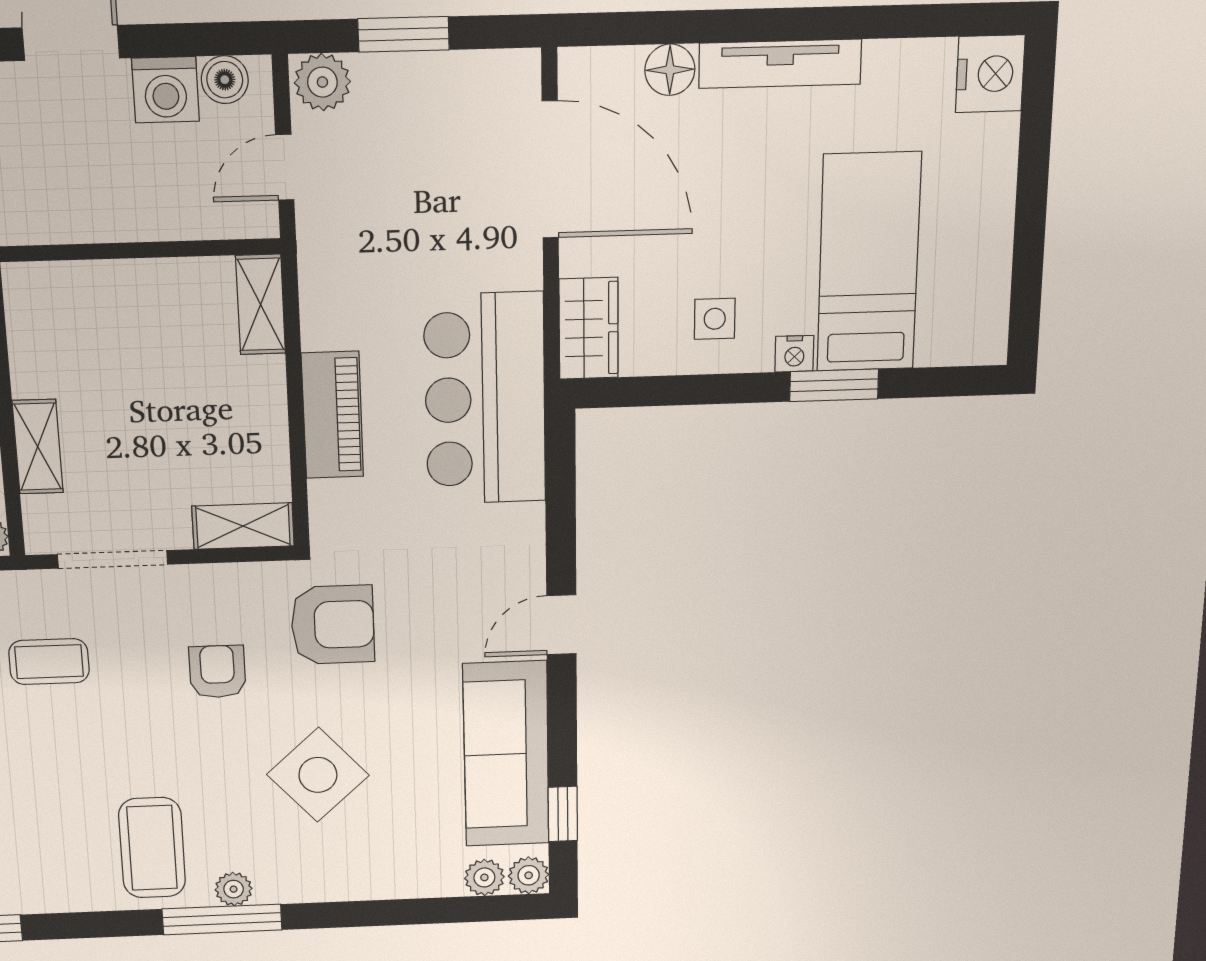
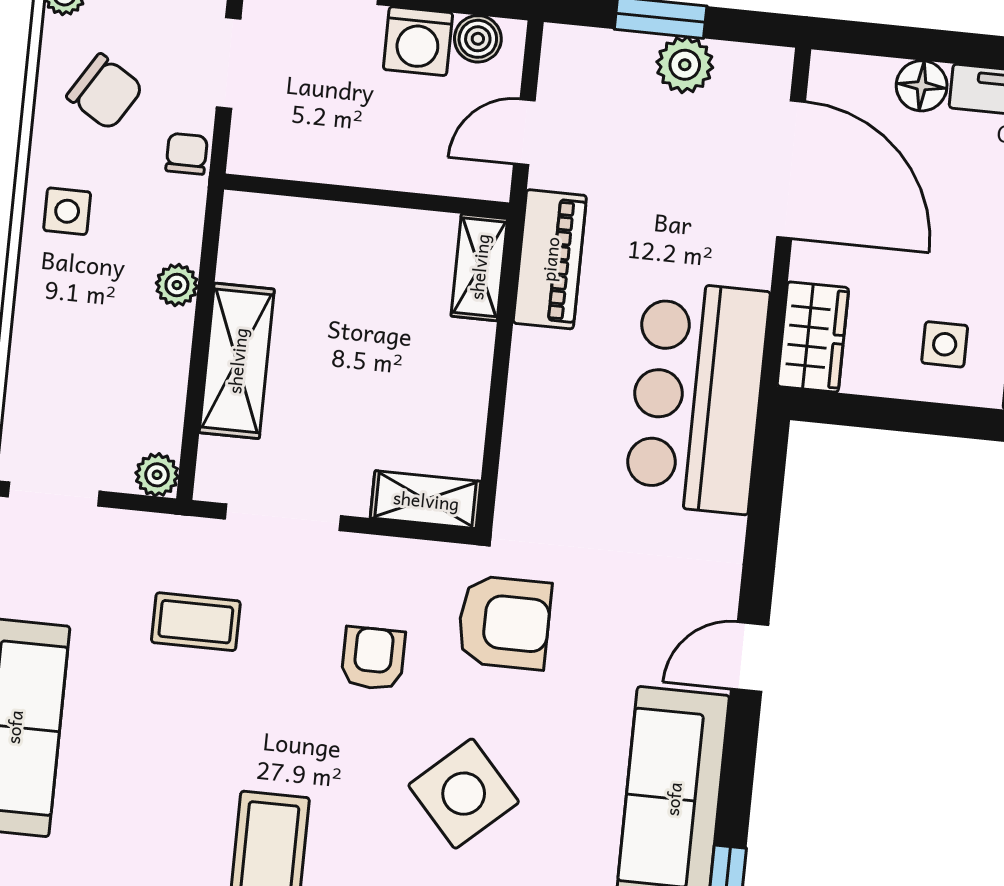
plant: (322, 82) -> (685, 65), moved
piano: (332, 415) -> (550, 259), moved
shelving: (38, 447) -> (237, 361), width x1.50, depth x1.33

